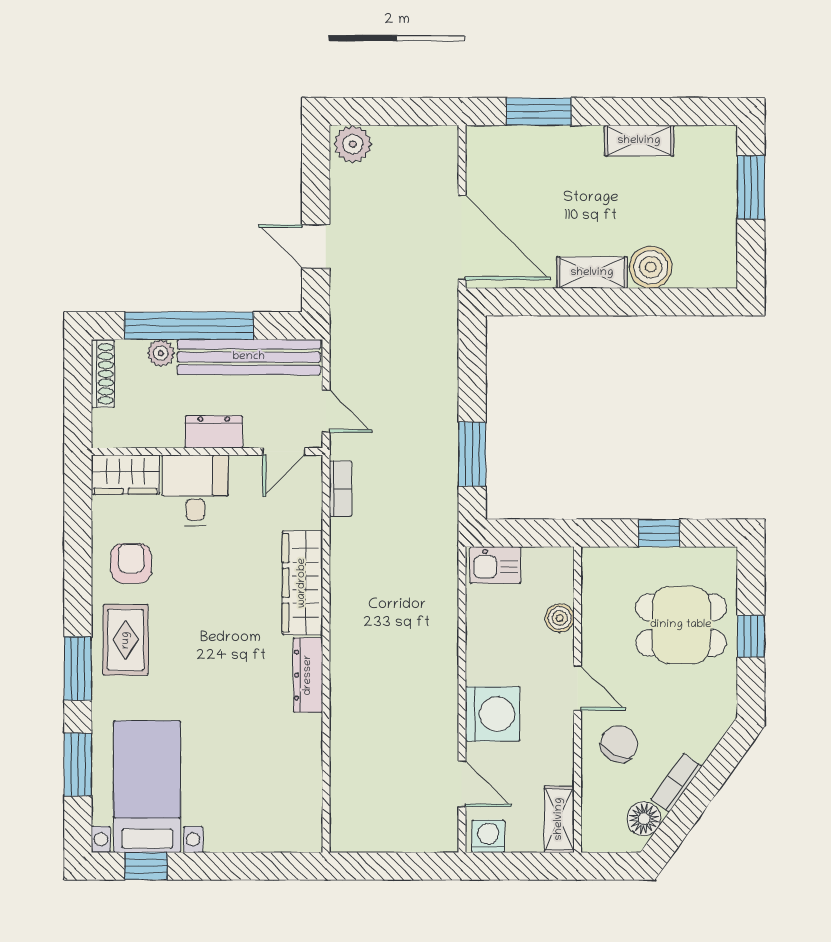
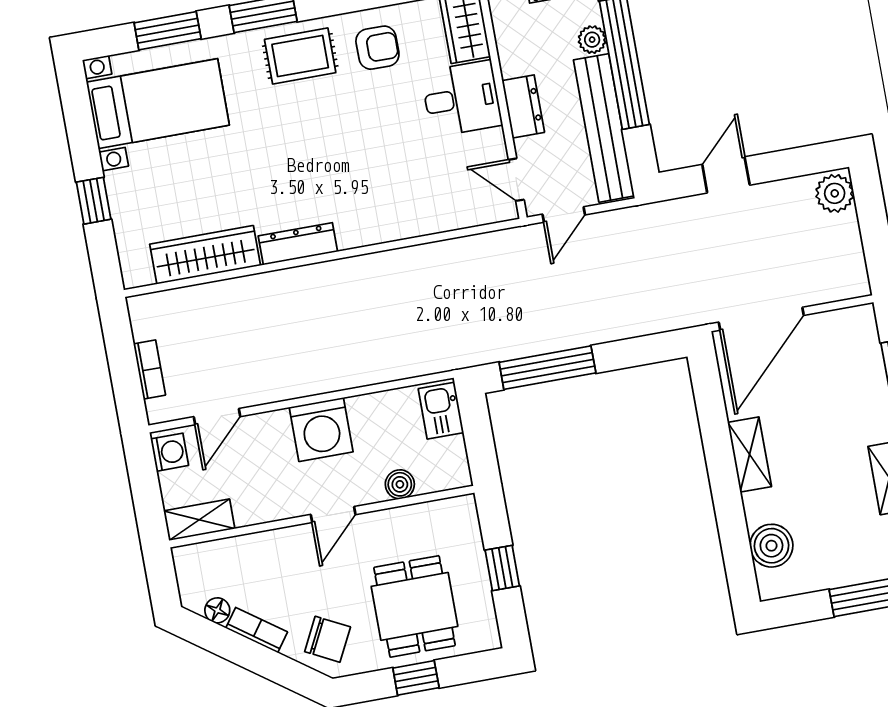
boiler: (651, 267) -> (771, 546), moved
window: (472, 454) -> (547, 368), width x1.44
bookcase: (341, 489) -> (149, 370), moved, turned -90
wardrobe: (302, 583) -> (205, 255), moved
washing machine: (493, 714) -> (321, 429), moved
chair: (619, 744) -> (328, 639), moved
floor lamp: (644, 819) -> (217, 610), width x0.73, depth x0.73
window: (146, 866) -> (94, 201), moved

